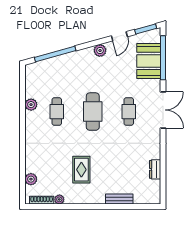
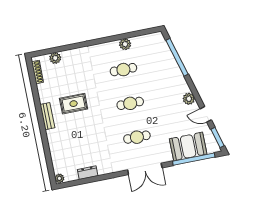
cafe table: (93, 112) -> (130, 103), width x0.73, depth x0.74
plant: (59, 199) -> (59, 178), moved
bench: (119, 199) -> (47, 116), moved

